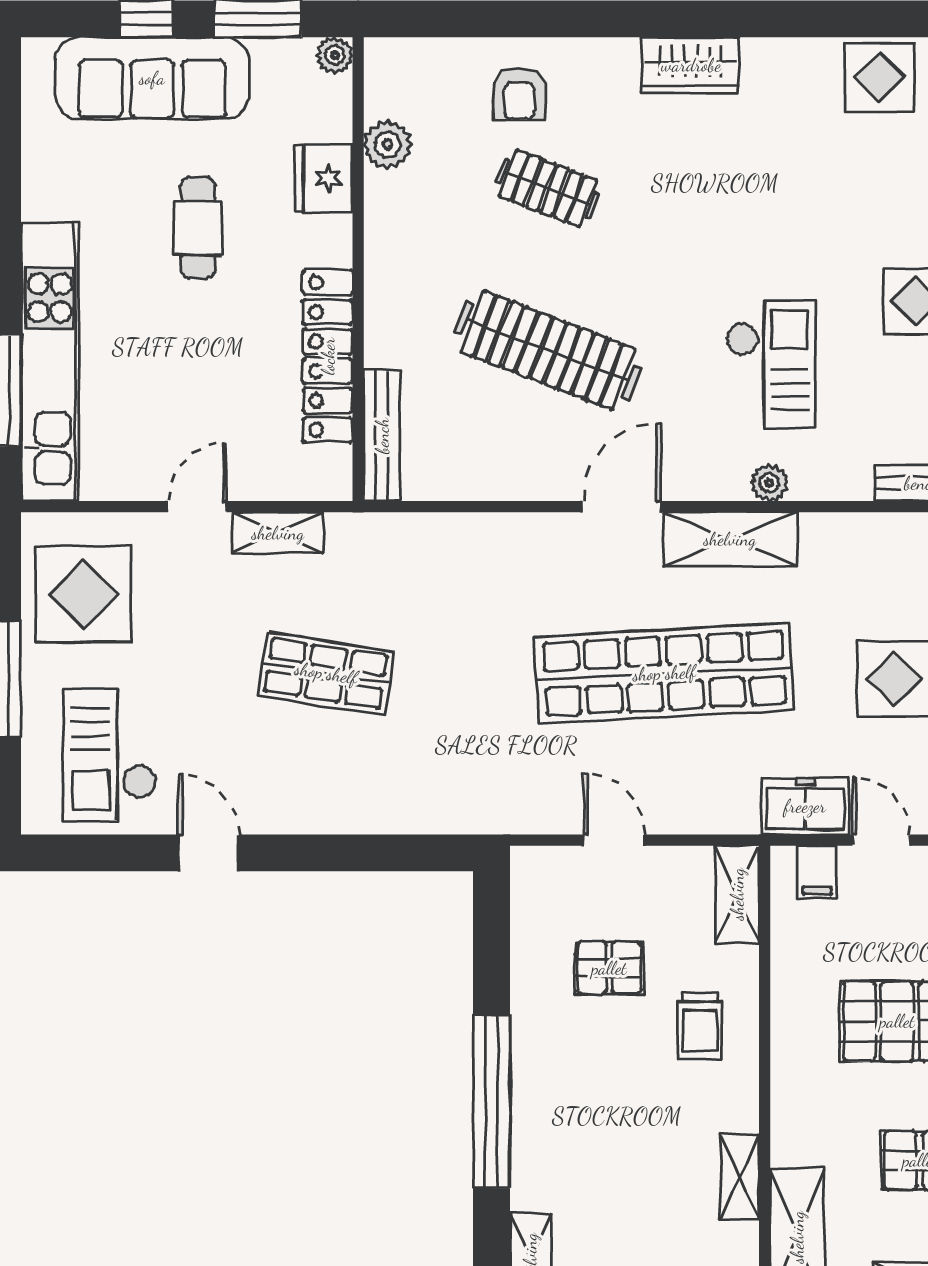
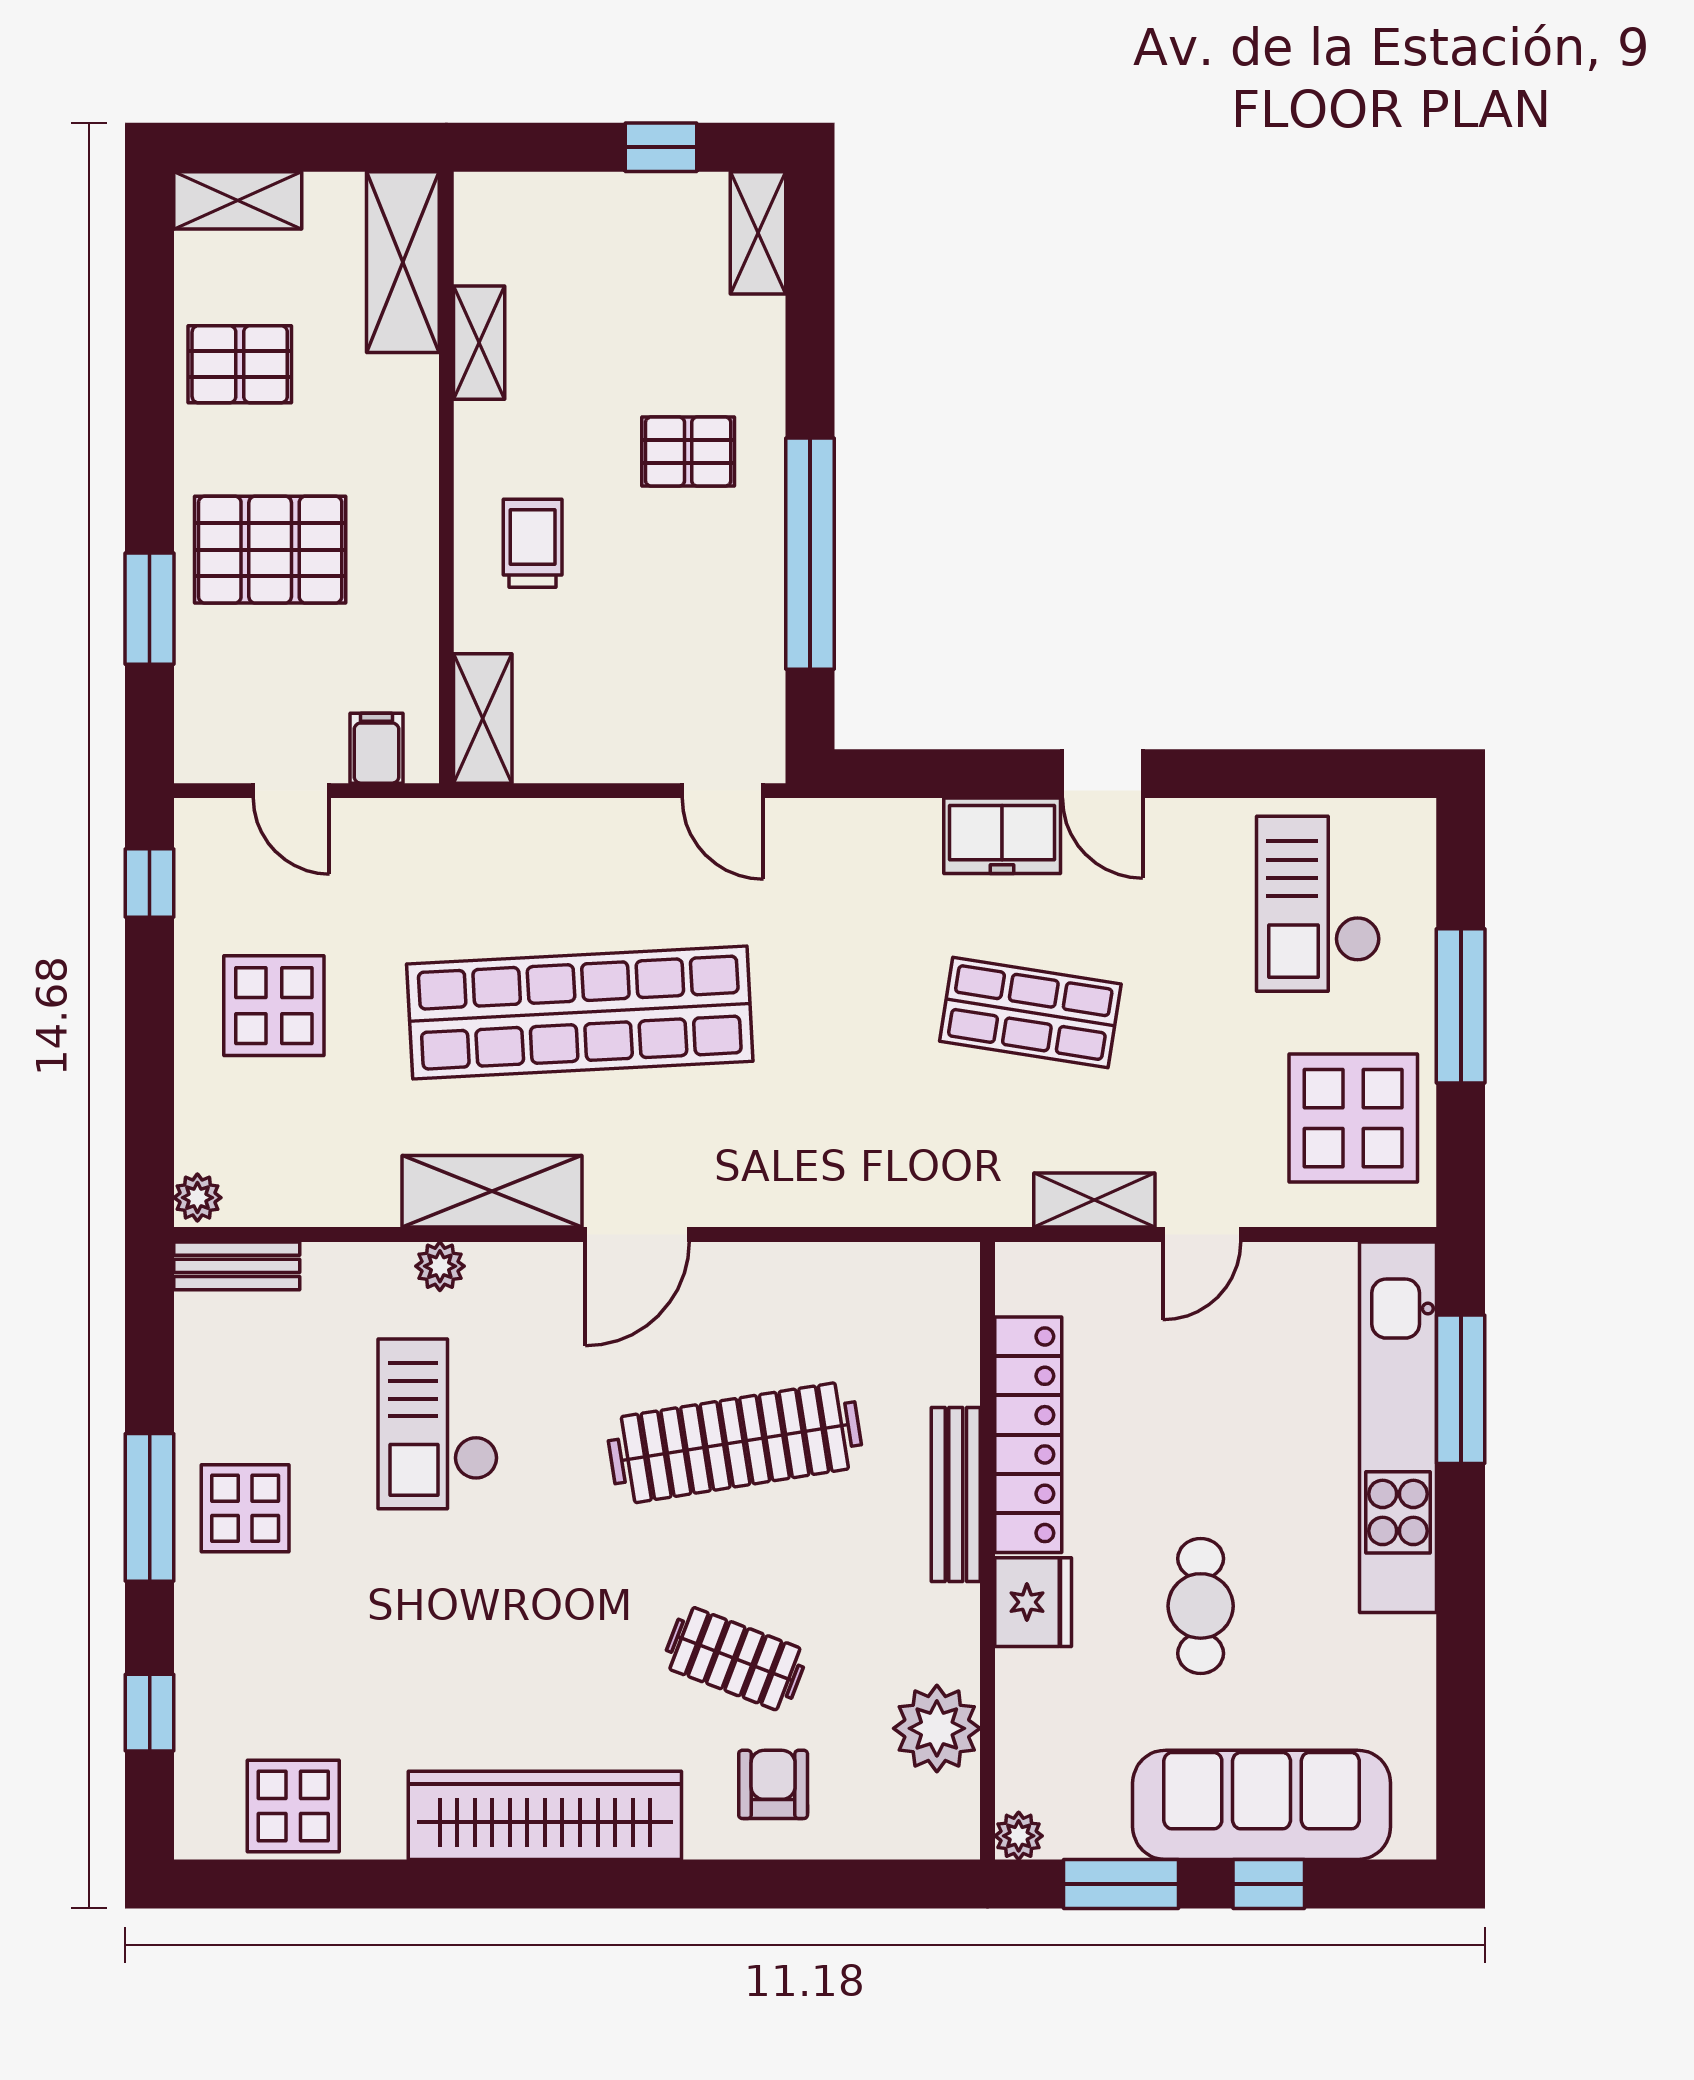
wardrobe: (691, 65) -> (545, 1815), width x2.10, depth x1.17
plant: (387, 144) -> (937, 1728), width x1.36, depth x1.36
fridge: (324, 178) -> (1033, 1602), moved
clothes rail: (548, 350) -> (735, 1443), turned -30
bench: (382, 436) -> (956, 1495), moved
checkout: (110, 755) -> (1318, 904), turned 180
freezer: (805, 806) -> (1002, 836), moved
door: (614, 840) -> (723, 791), moved
door: (209, 853) -> (1102, 774), moved
pallet: (609, 968) -> (688, 452), moved
window: (491, 1101) -> (810, 554), moved

